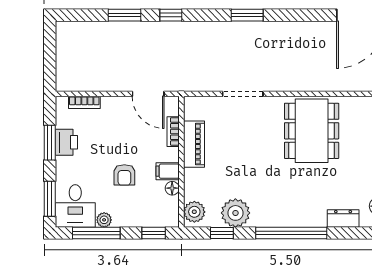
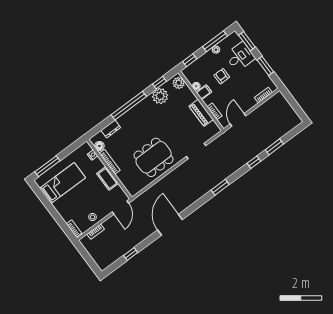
door: (148, 94) -> (238, 120), hinge flipped
dining table: (312, 131) -> (154, 157), turned 90
printer: (66, 142) -> (258, 71), removed
desk: (75, 206) -> (240, 57), moved, turned 90

